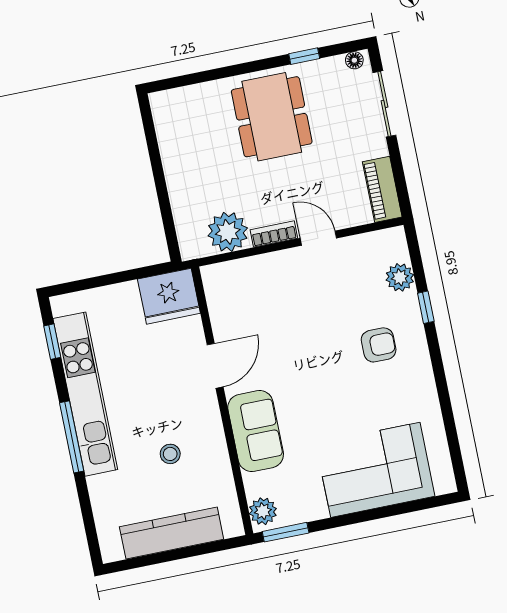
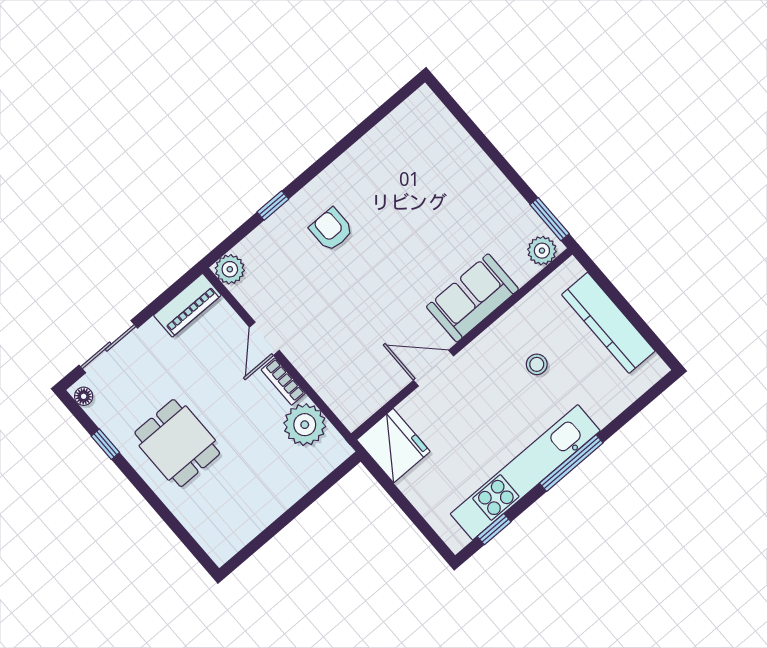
dining table: (272, 117) -> (177, 443), width x0.73
plant: (400, 277) -> (230, 269), moved
corner sofa: (375, 470) -> (447, 169), removed

